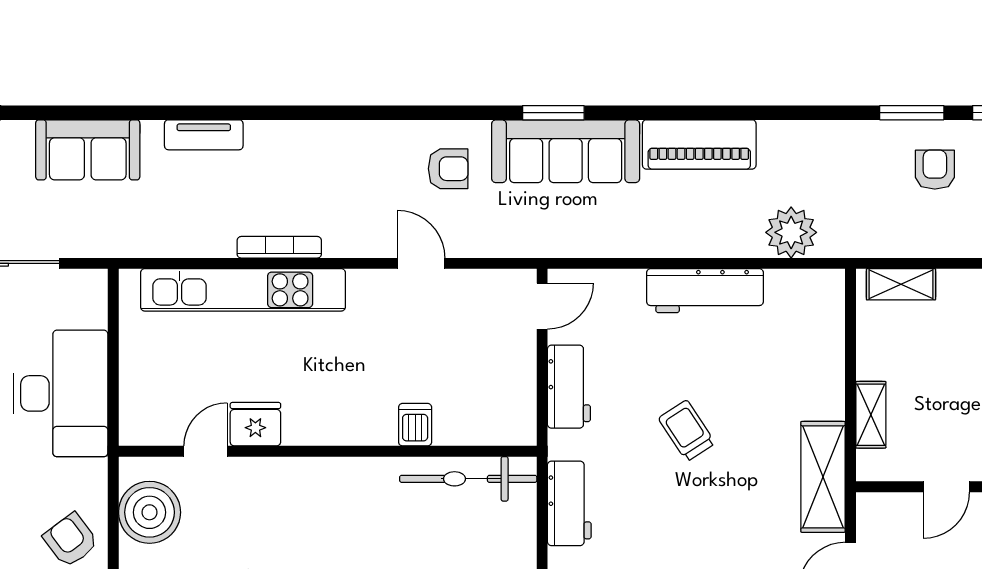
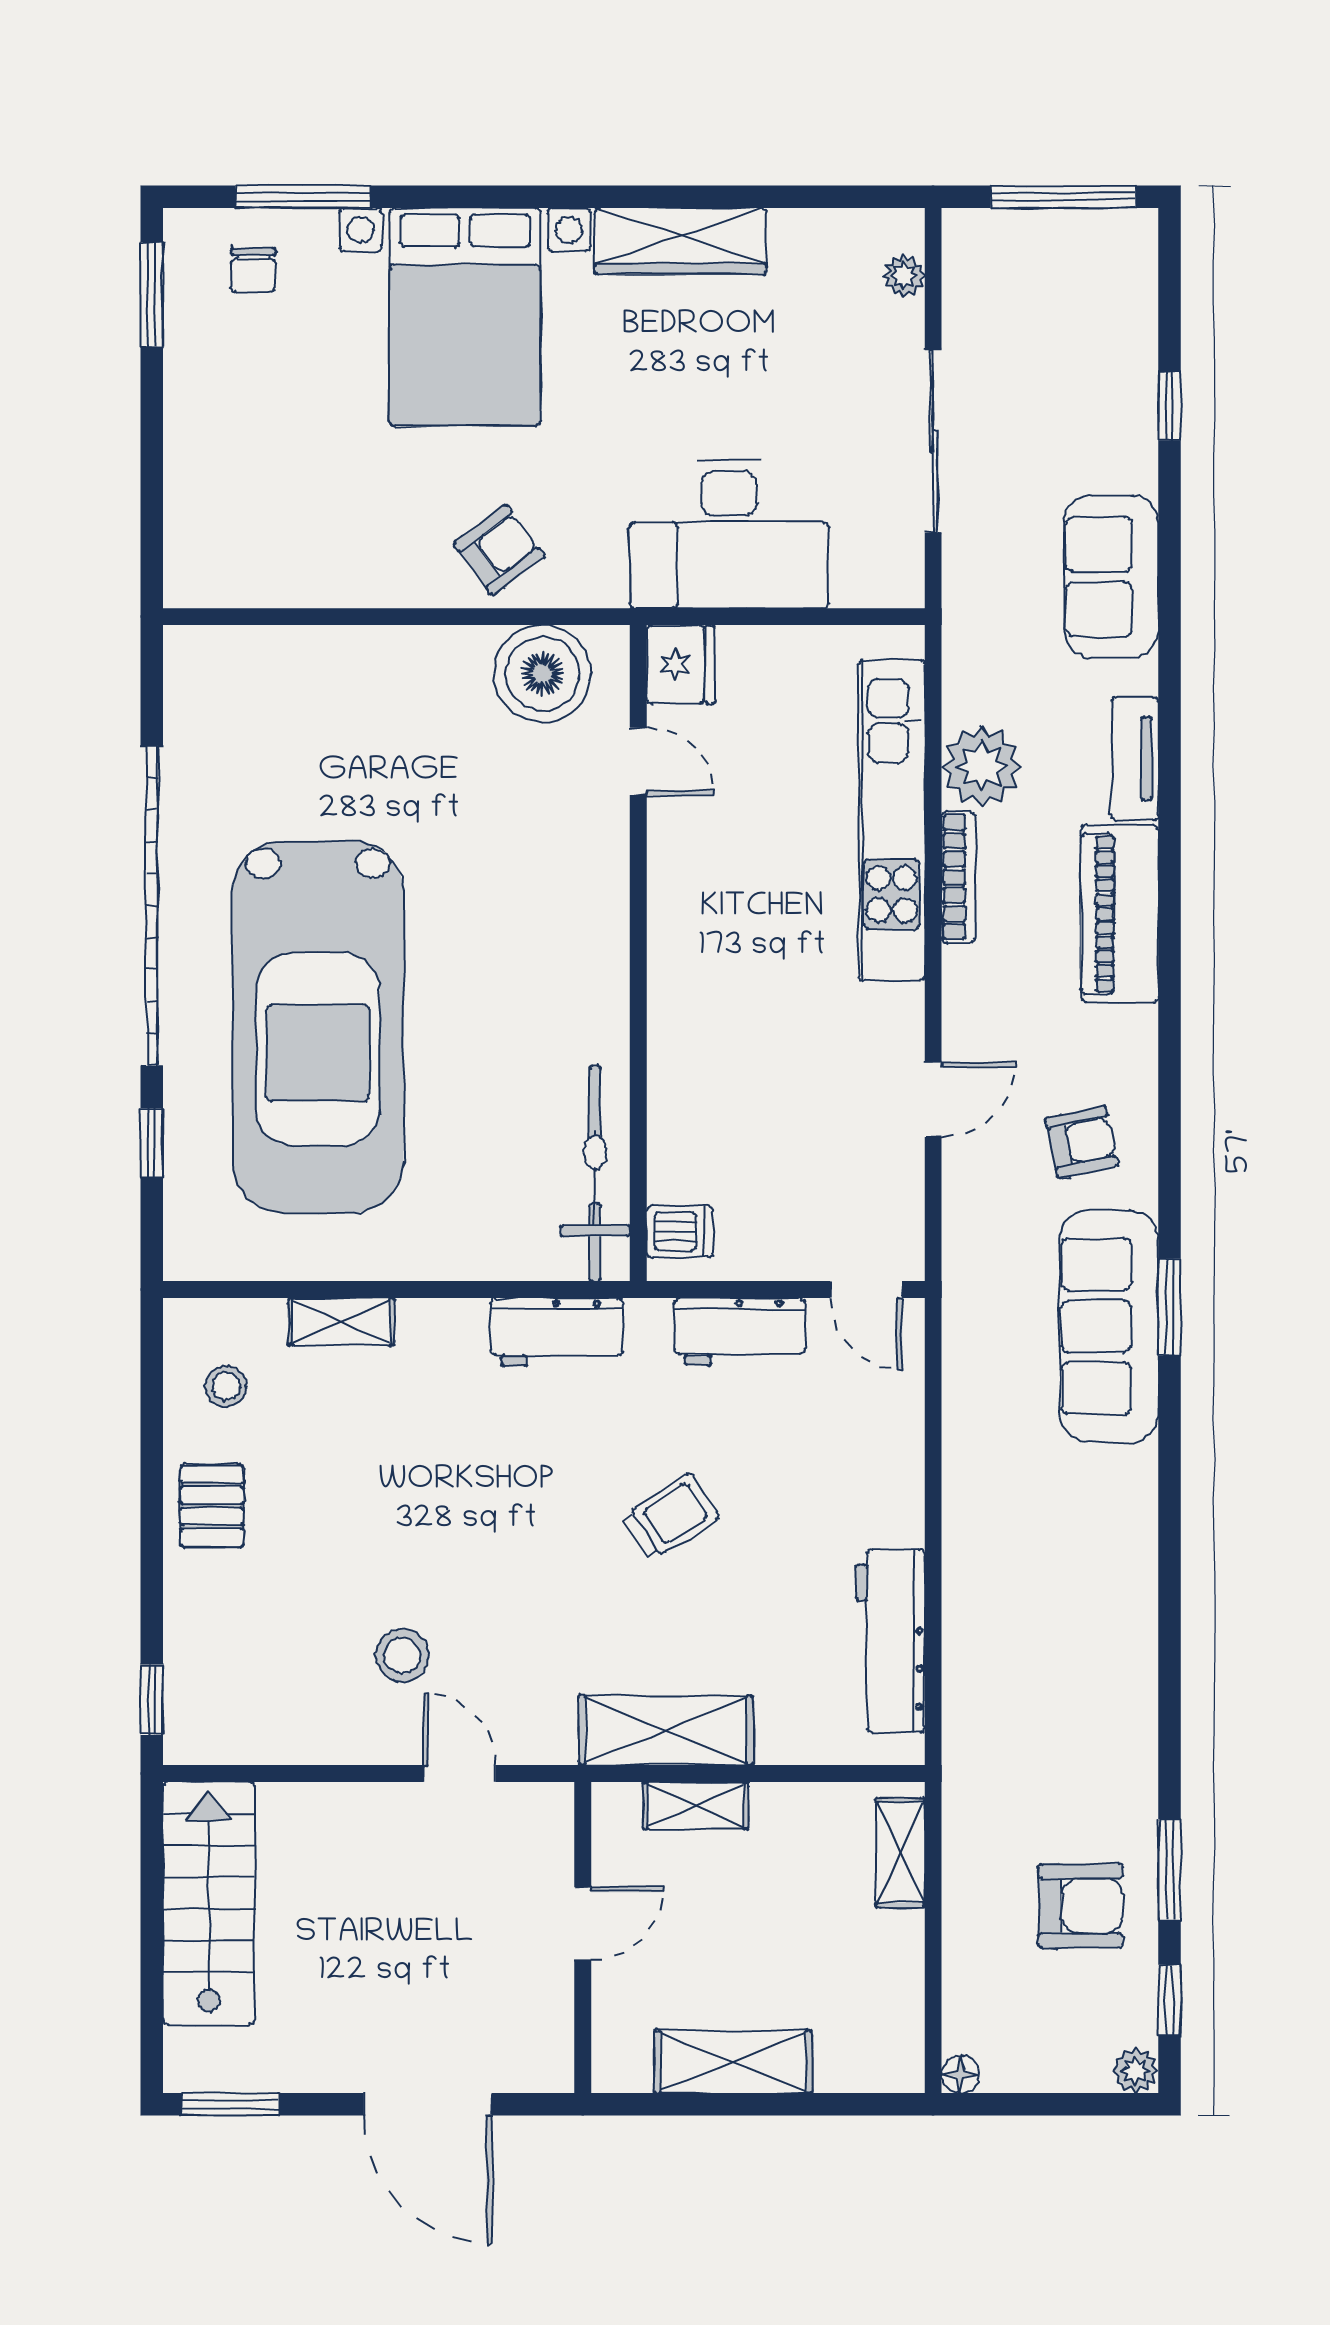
piano: (699, 144) -> (1120, 914), moved
armchair: (448, 169) -> (1082, 1142), turned -102
armchair: (935, 170) -> (1080, 1906), width x1.38, depth x1.38
plant: (791, 232) -> (982, 767), moved
workbench: (705, 291) -> (890, 1641), moved
fridge: (255, 424) -> (681, 665), moved
dishwasher: (415, 425) -> (680, 1232), moved
shelving: (823, 477) -> (666, 1730), moved
door: (946, 487) -> (583, 1924), swing flipped

